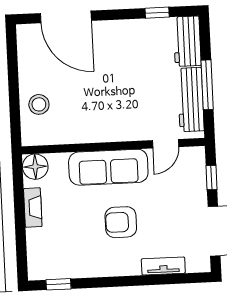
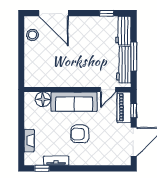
stool: (39, 104) -> (32, 35), moved
floor lamp: (35, 167) -> (43, 99), moved
piano: (194, 173) -> (124, 107), added
fireplace: (33, 207) -> (29, 140), moved
tv unit: (163, 266) -> (56, 161), moved

